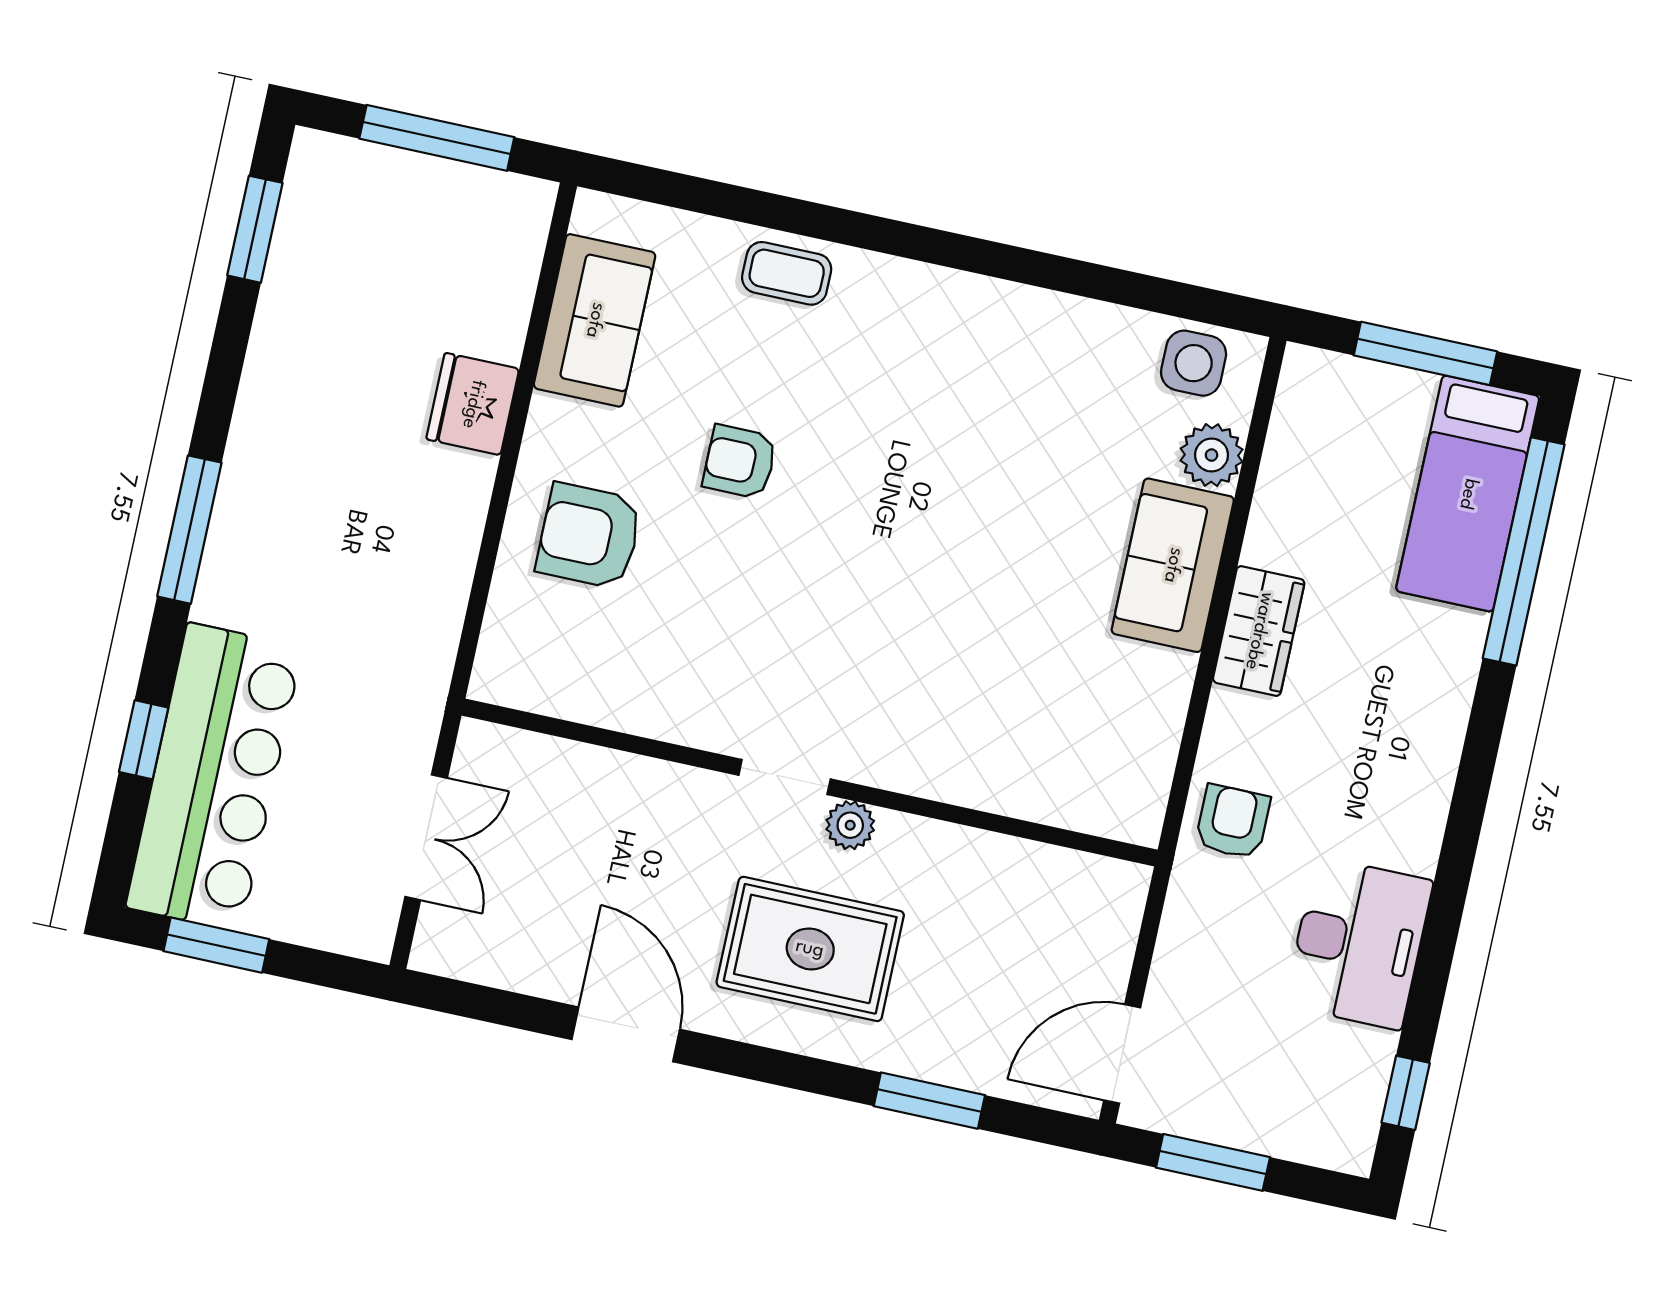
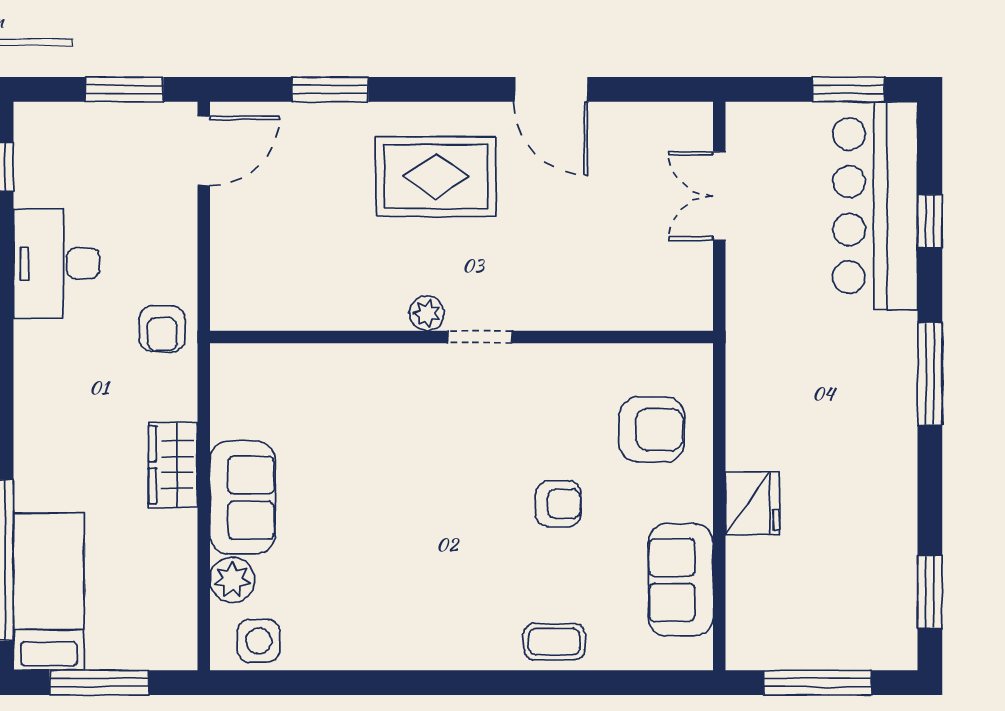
doorway: (785, 777) -> (480, 337), moved
wall: (810, 783) -> (461, 337), moved
plant: (850, 825) -> (427, 313), moved

